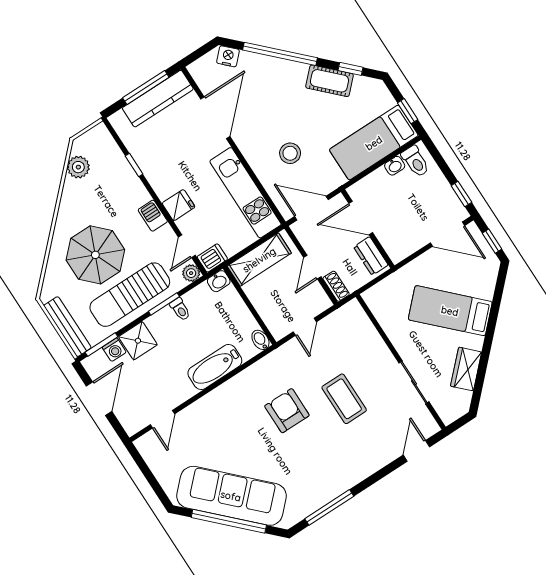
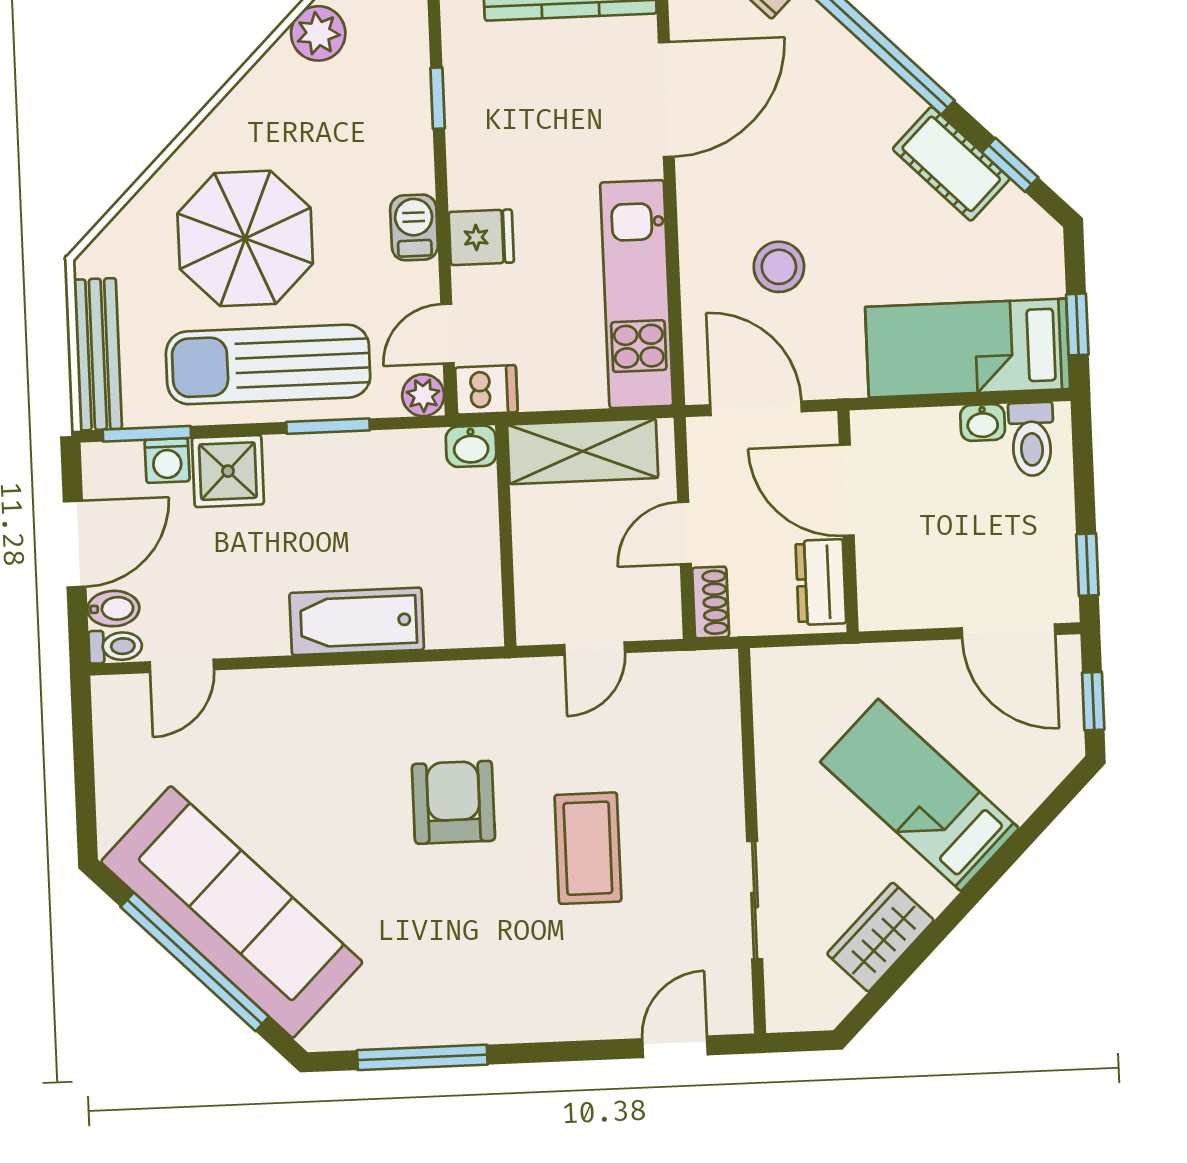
toilet: (180, 309) -> (115, 646), moved, turned -90
bidet: (260, 340) -> (113, 609), moved, turned 90

